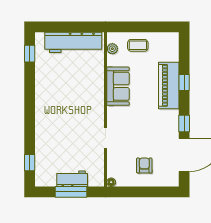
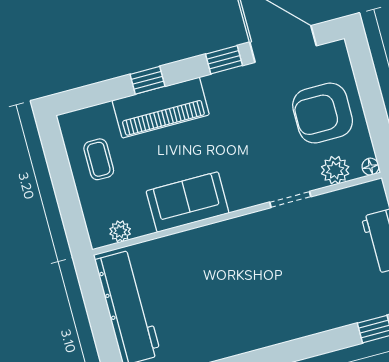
coffee table: (138, 45) -> (99, 159), moved
plant: (114, 164) -> (335, 170), added
armchair: (144, 165) -> (323, 113), width x1.88, depth x1.88

